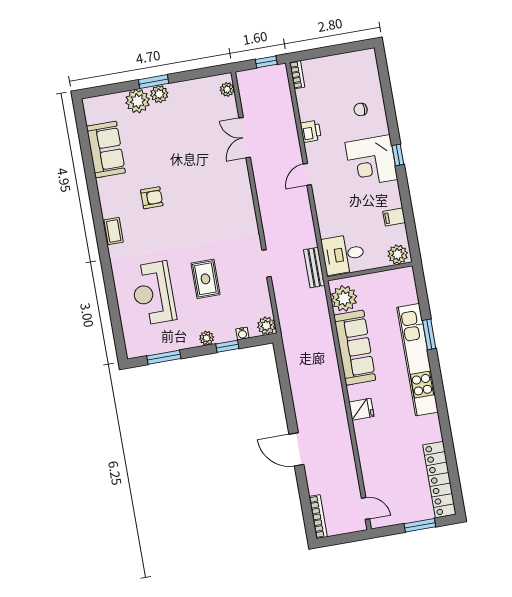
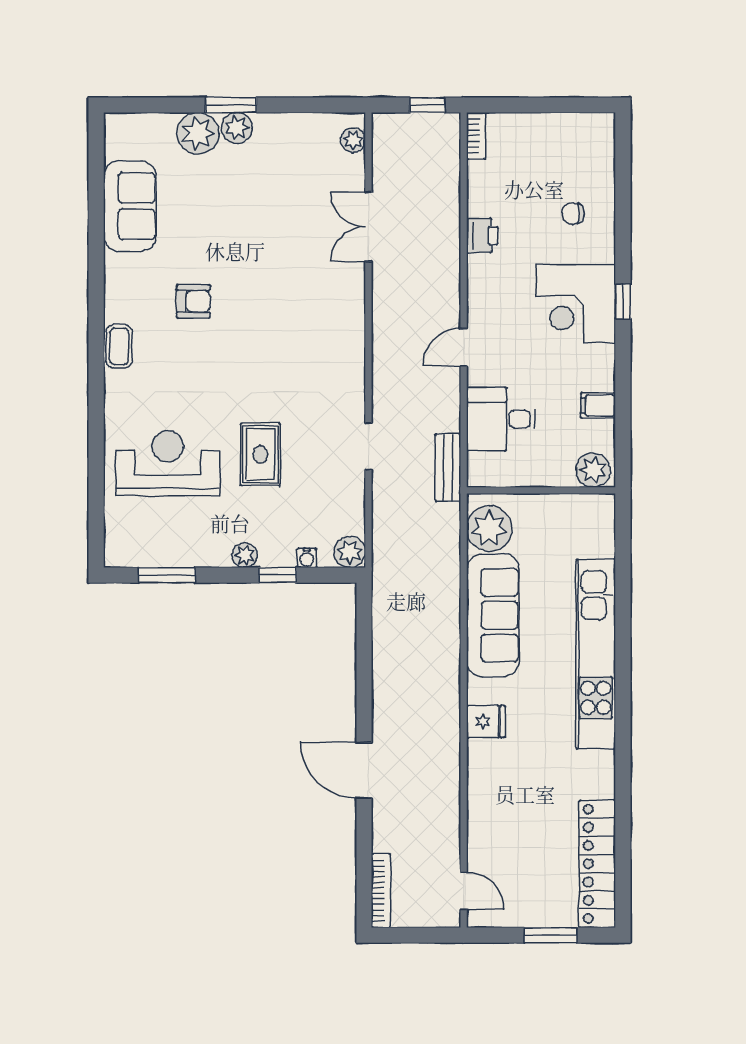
door: (307, 174) -> (464, 347), moved
desk: (343, 254) -> (501, 419), moved
reception desk: (153, 293) -> (168, 463), turned 90
window: (429, 334) -> (623, 615), removed

